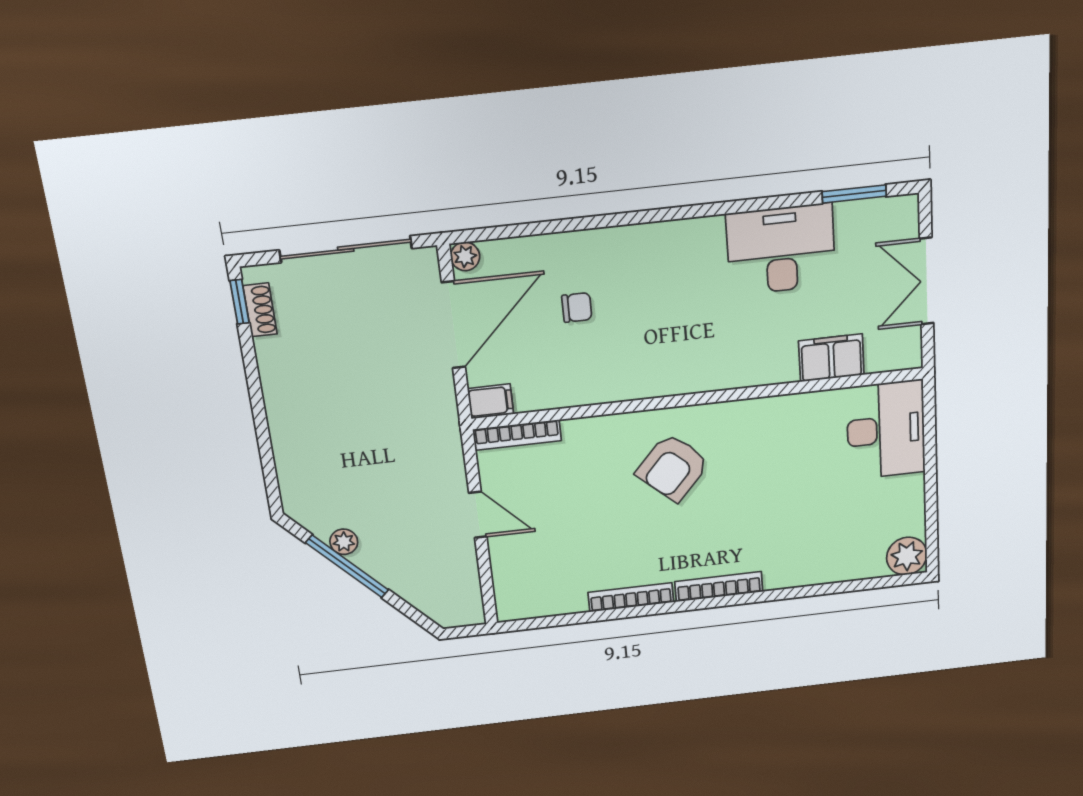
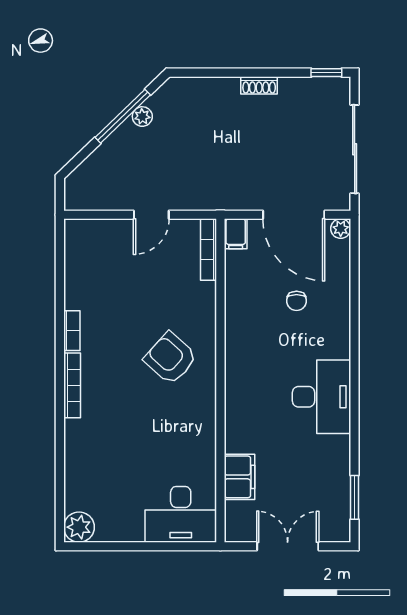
desk: (781, 249) -> (322, 397), moved
shoe rack: (260, 310) -> (259, 85), moved
bookcase: (631, 597) -> (72, 331), width x0.64

